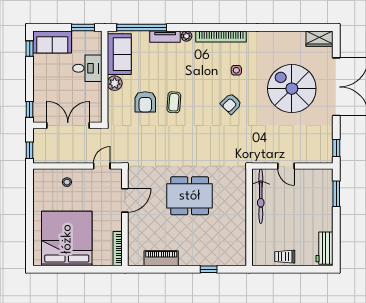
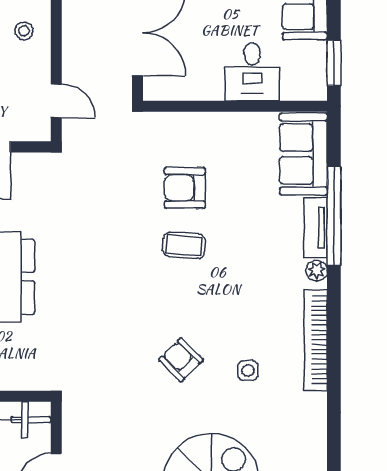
window: (142, 27) -> (334, 216), moved
sofa: (119, 54) -> (303, 154), moved, turned 90
plant: (115, 83) -> (222, 126), removed

